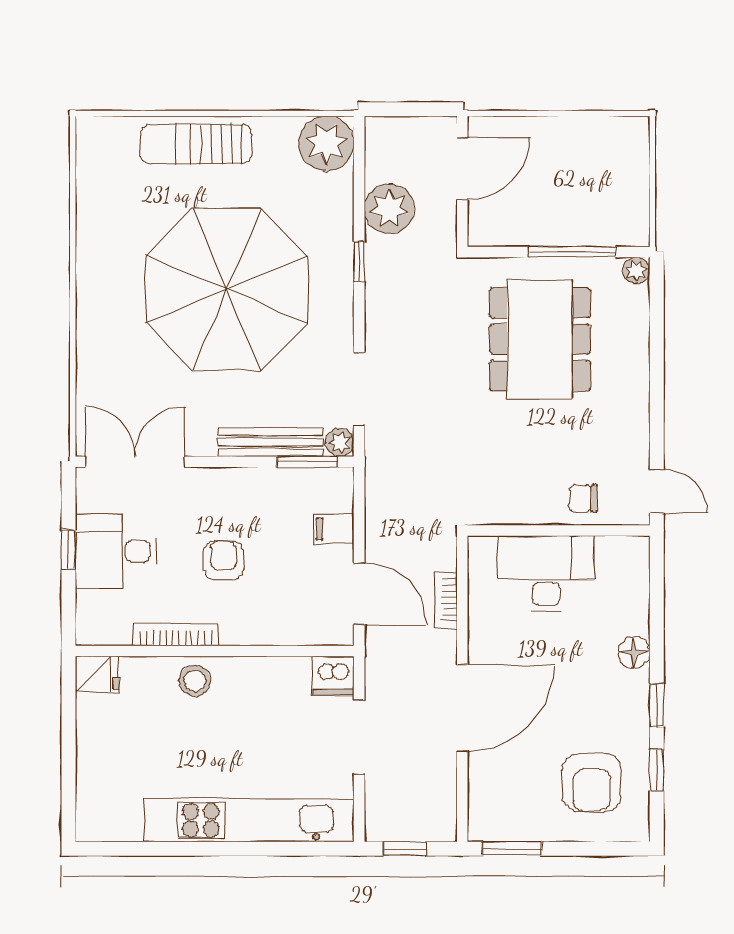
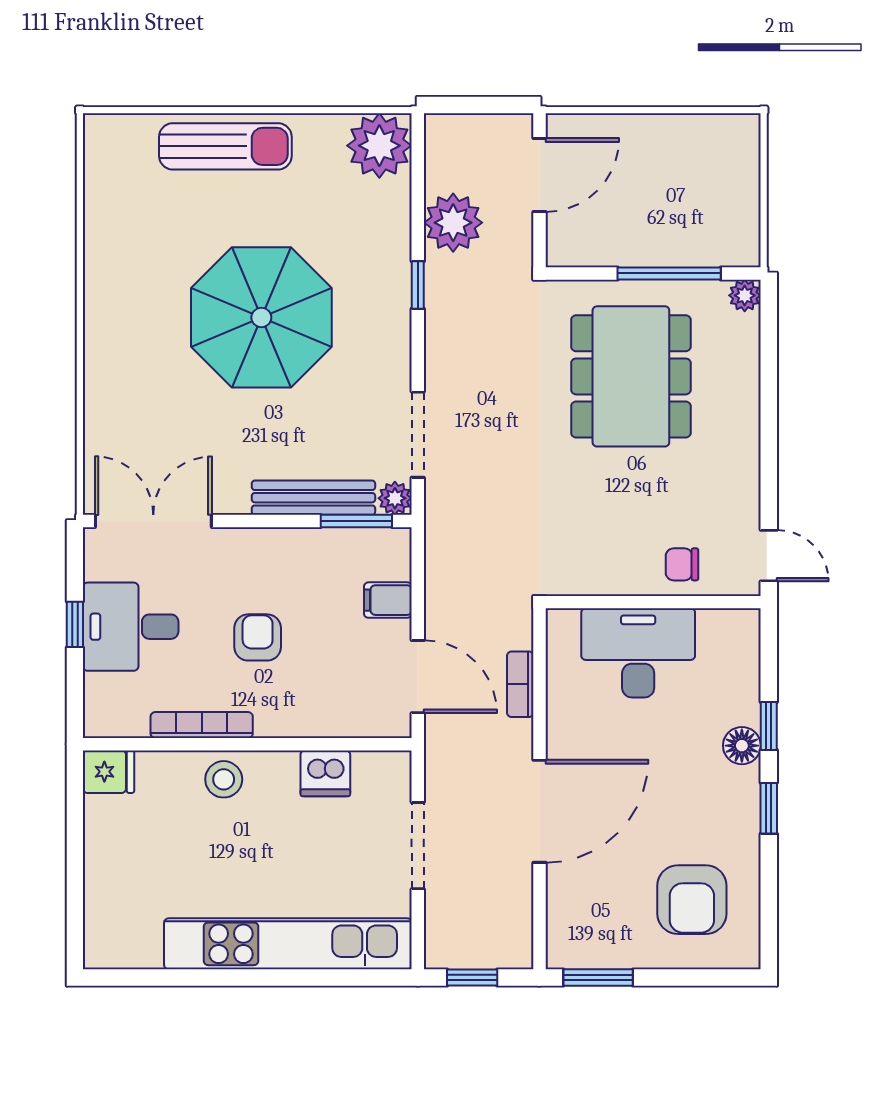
sun lounger: (196, 144) -> (225, 146), turned 180
parasol: (227, 289) -> (261, 317), width x0.73, depth x0.73
dishwasher: (333, 676) -> (325, 773), moved
window: (657, 770) -> (769, 726), moved

